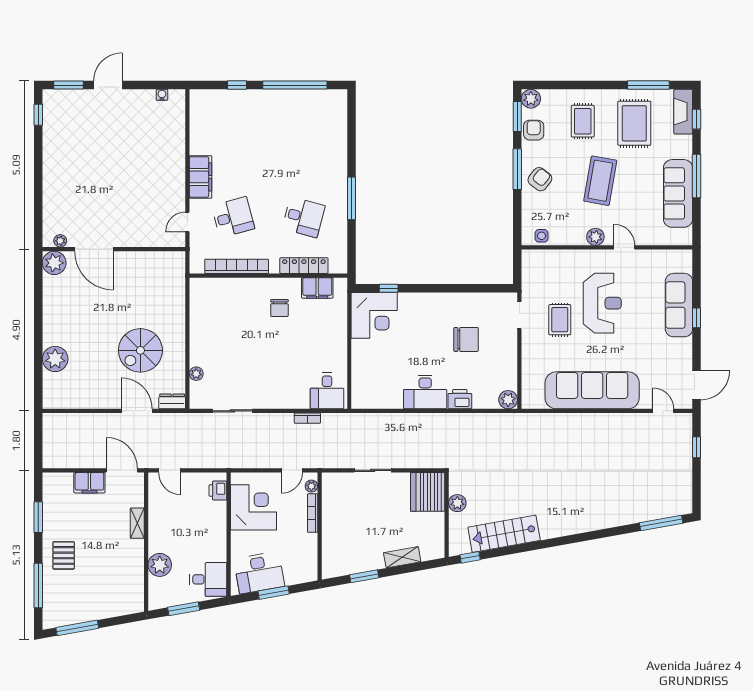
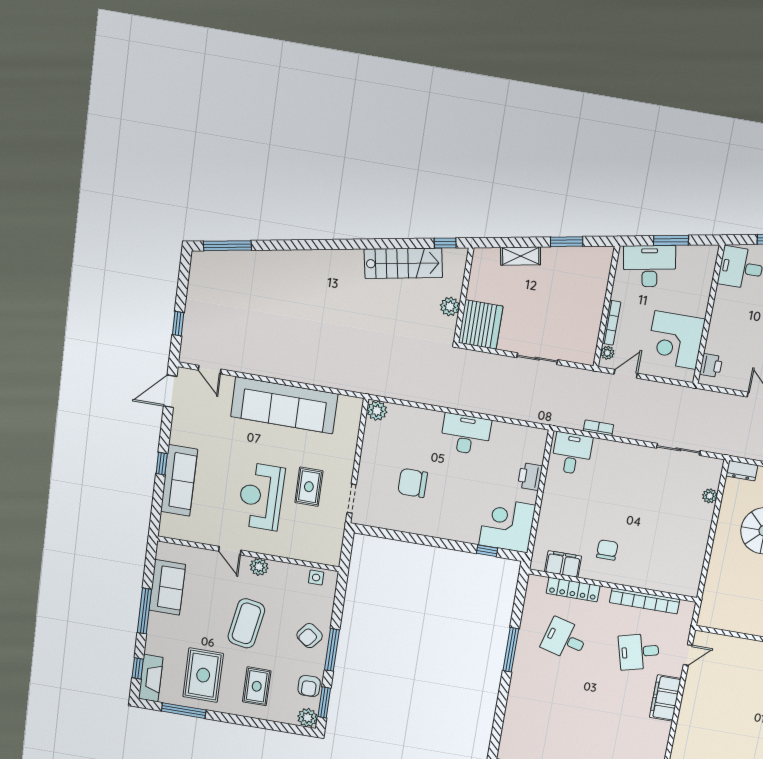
sofa: (678, 193) -> (167, 587), width x0.73
printer: (460, 399) -> (530, 477), moved, turned 90
desk: (259, 573) -> (649, 266), moved

